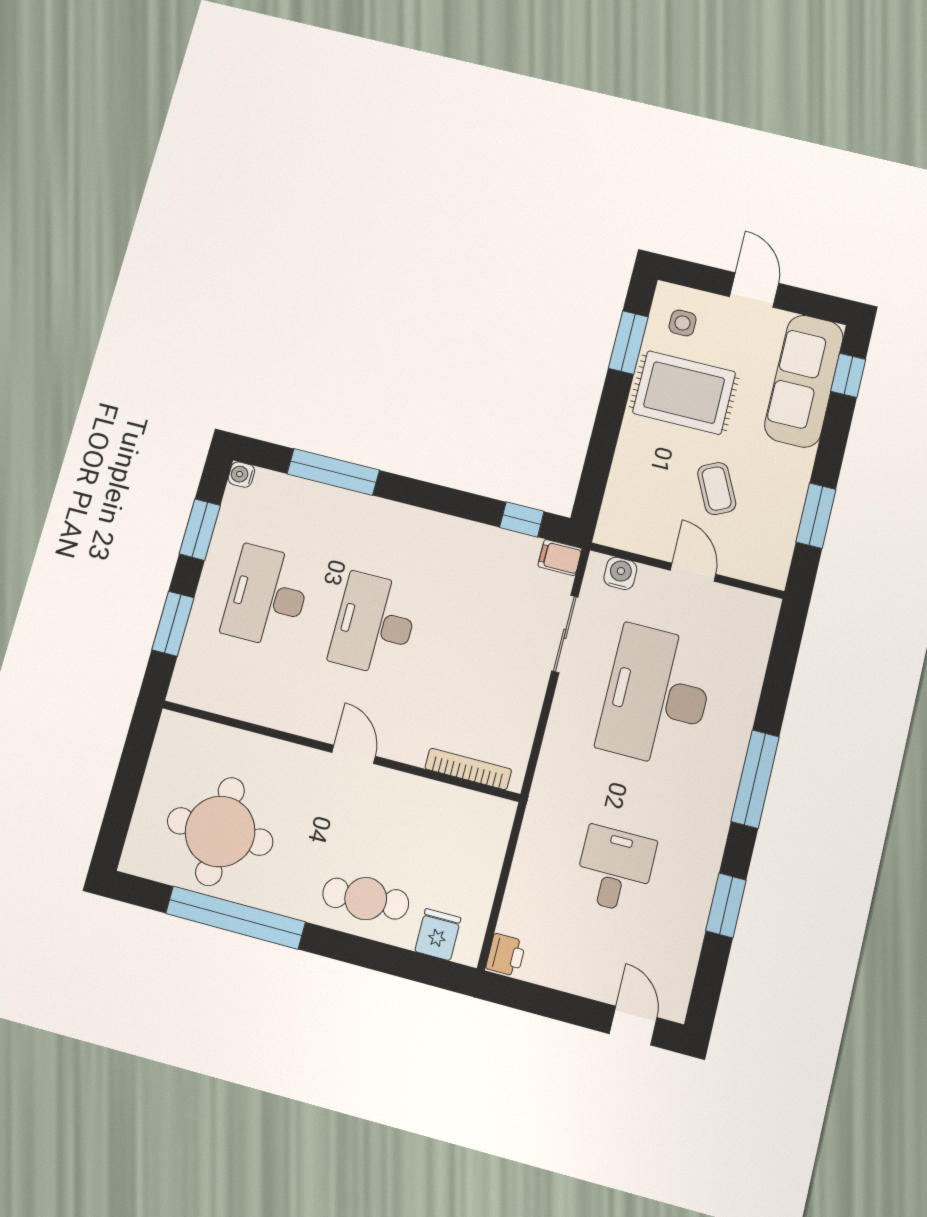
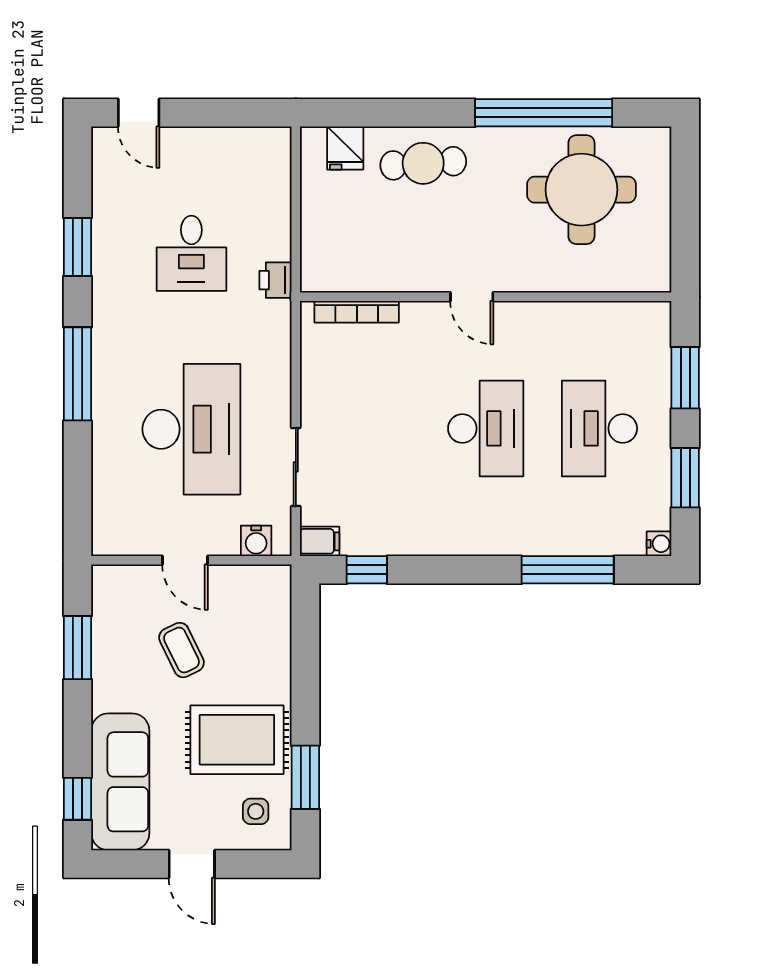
desk: (267, 596) -> (599, 428), turned 180
printer: (506, 955) -> (275, 280), moved

